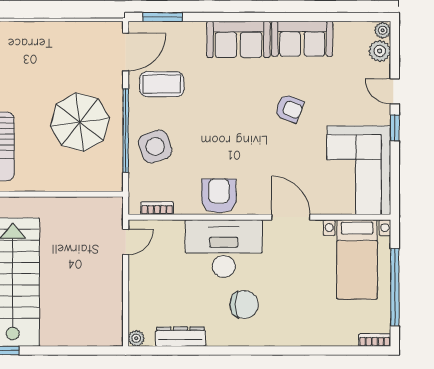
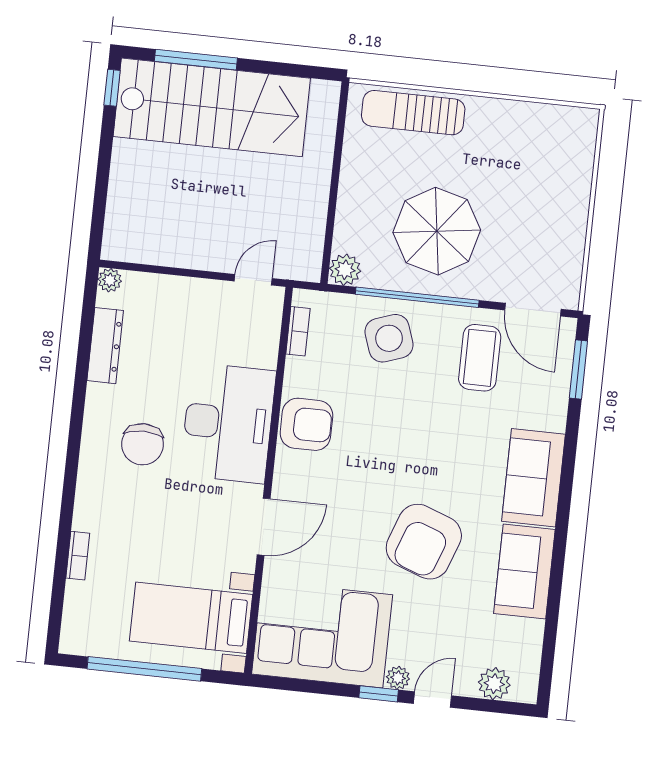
plant: (383, 30) -> (398, 678), moved
armchair: (289, 109) -> (424, 542), width x1.88, depth x1.88
plant: (112, 181) -> (345, 270), added
door: (126, 242) -> (253, 280), swing flipped
bookcase: (375, 340) -> (78, 556), moved

